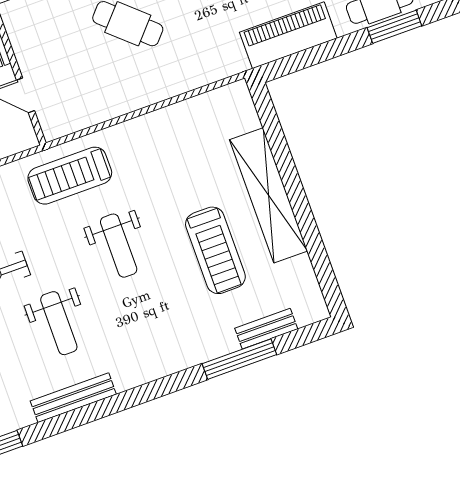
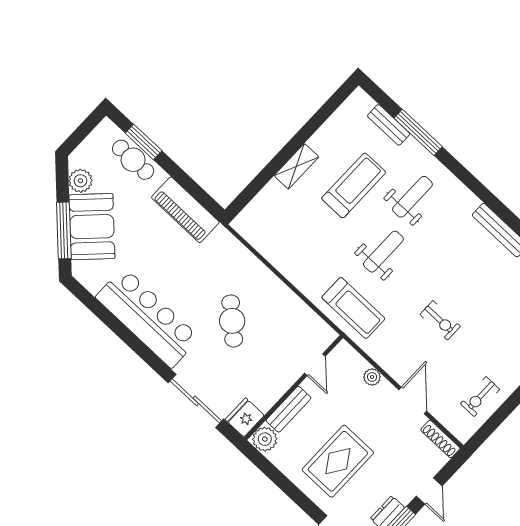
shelving: (269, 195) -> (296, 166), width x0.45, depth x0.75
weight bench: (59, 323) -> (412, 197), moved

